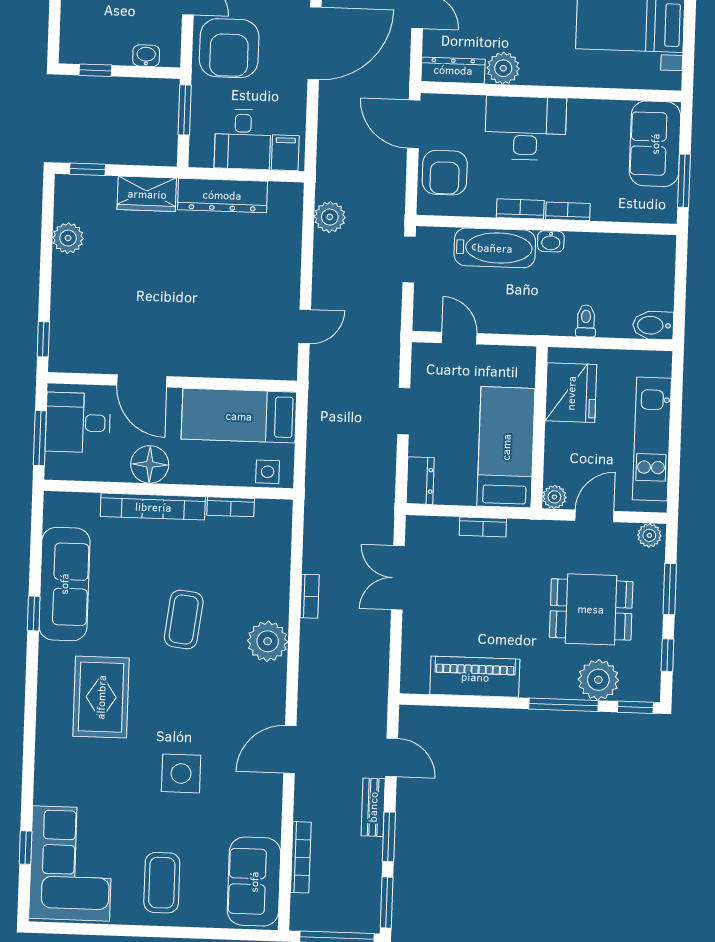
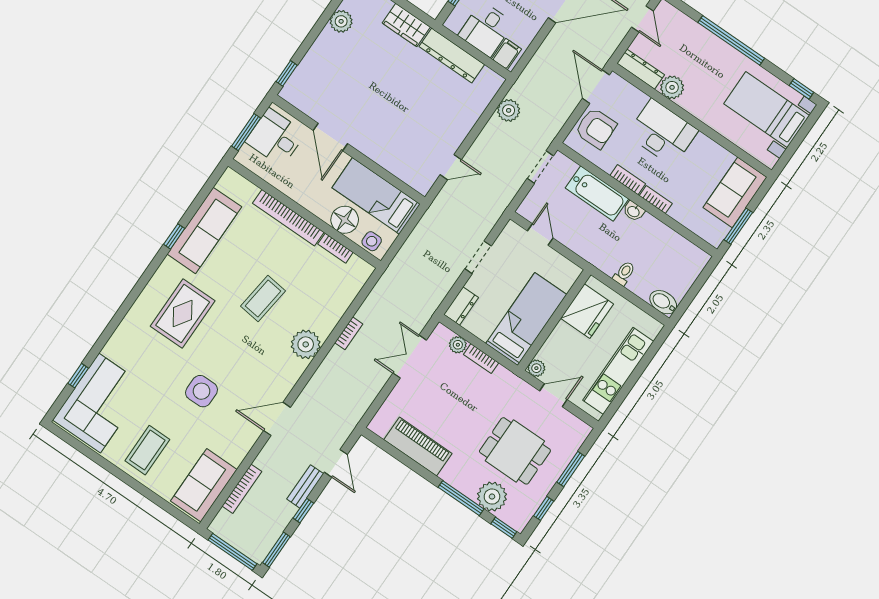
armchair: (445, 173) -> (596, 128), turned -91
floor lamp: (150, 464) -> (345, 220), moved
plant: (649, 535) -> (458, 345), moved
window: (389, 837) -> (303, 511), width x0.67

